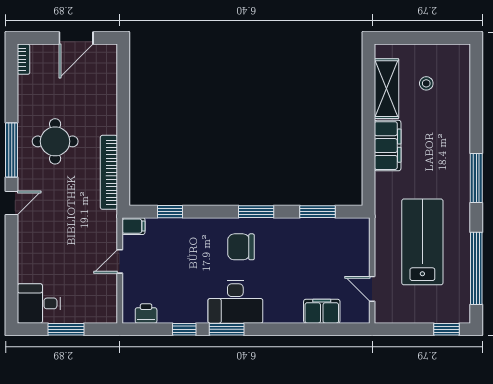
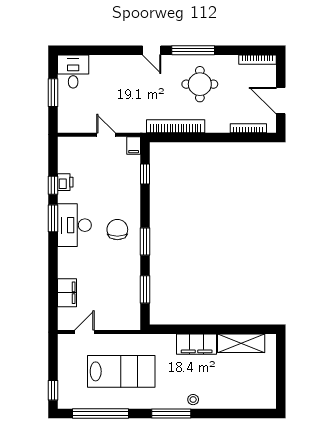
bookcase: (24, 59) -> (257, 60), width x1.56
bookcase: (111, 79) -> (248, 128), added
stool: (426, 83) -> (193, 400), moved
printer: (146, 313) -> (65, 182), moved

